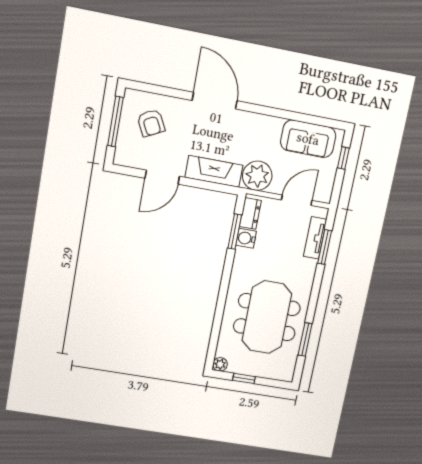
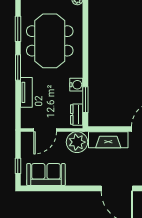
water cooler: (246, 238) -> (76, 85), moved
tv unit: (315, 238) -> (26, 92), moved
window: (325, 247) -> (18, 68), moved

